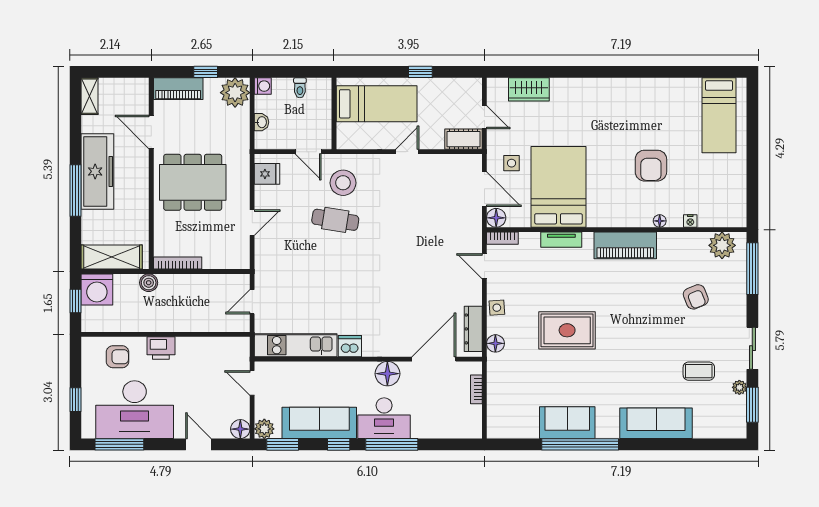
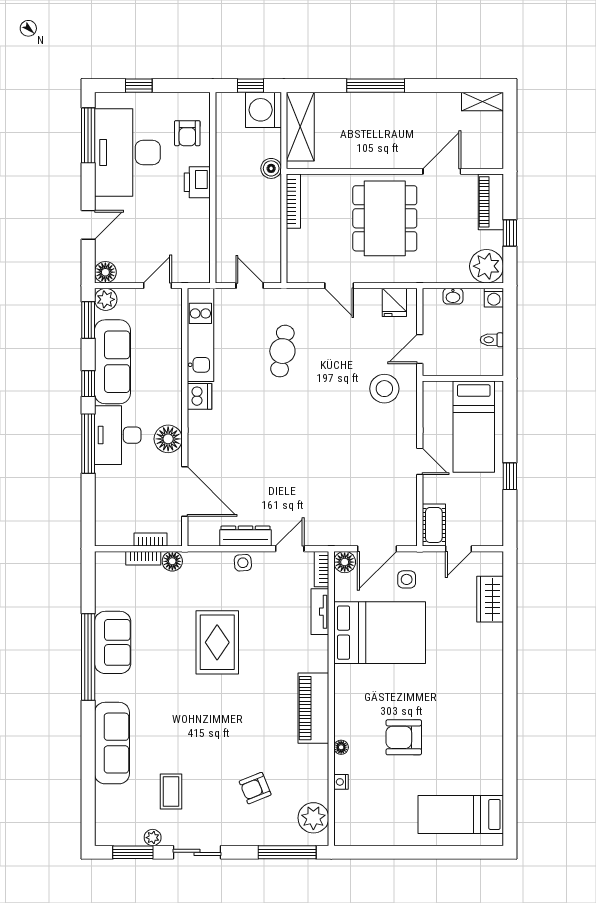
freezer: (97, 171) -> (397, 110), removed
cafe table: (335, 220) -> (282, 351), moved
tv unit: (561, 240) -> (320, 612), moved
dresser: (473, 329) -> (246, 536), moved
floor lamp: (495, 343) -> (172, 561), moved
bookcase: (493, 396) -> (143, 558), added

